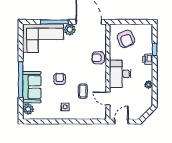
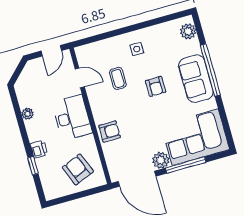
sofa: (32, 87) -> (196, 79), moved

